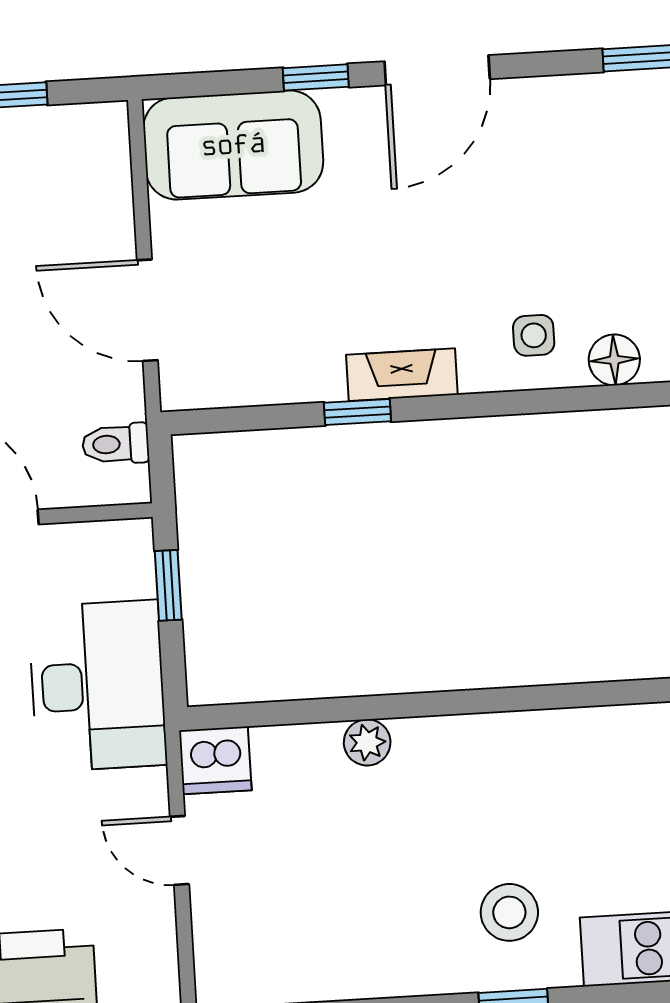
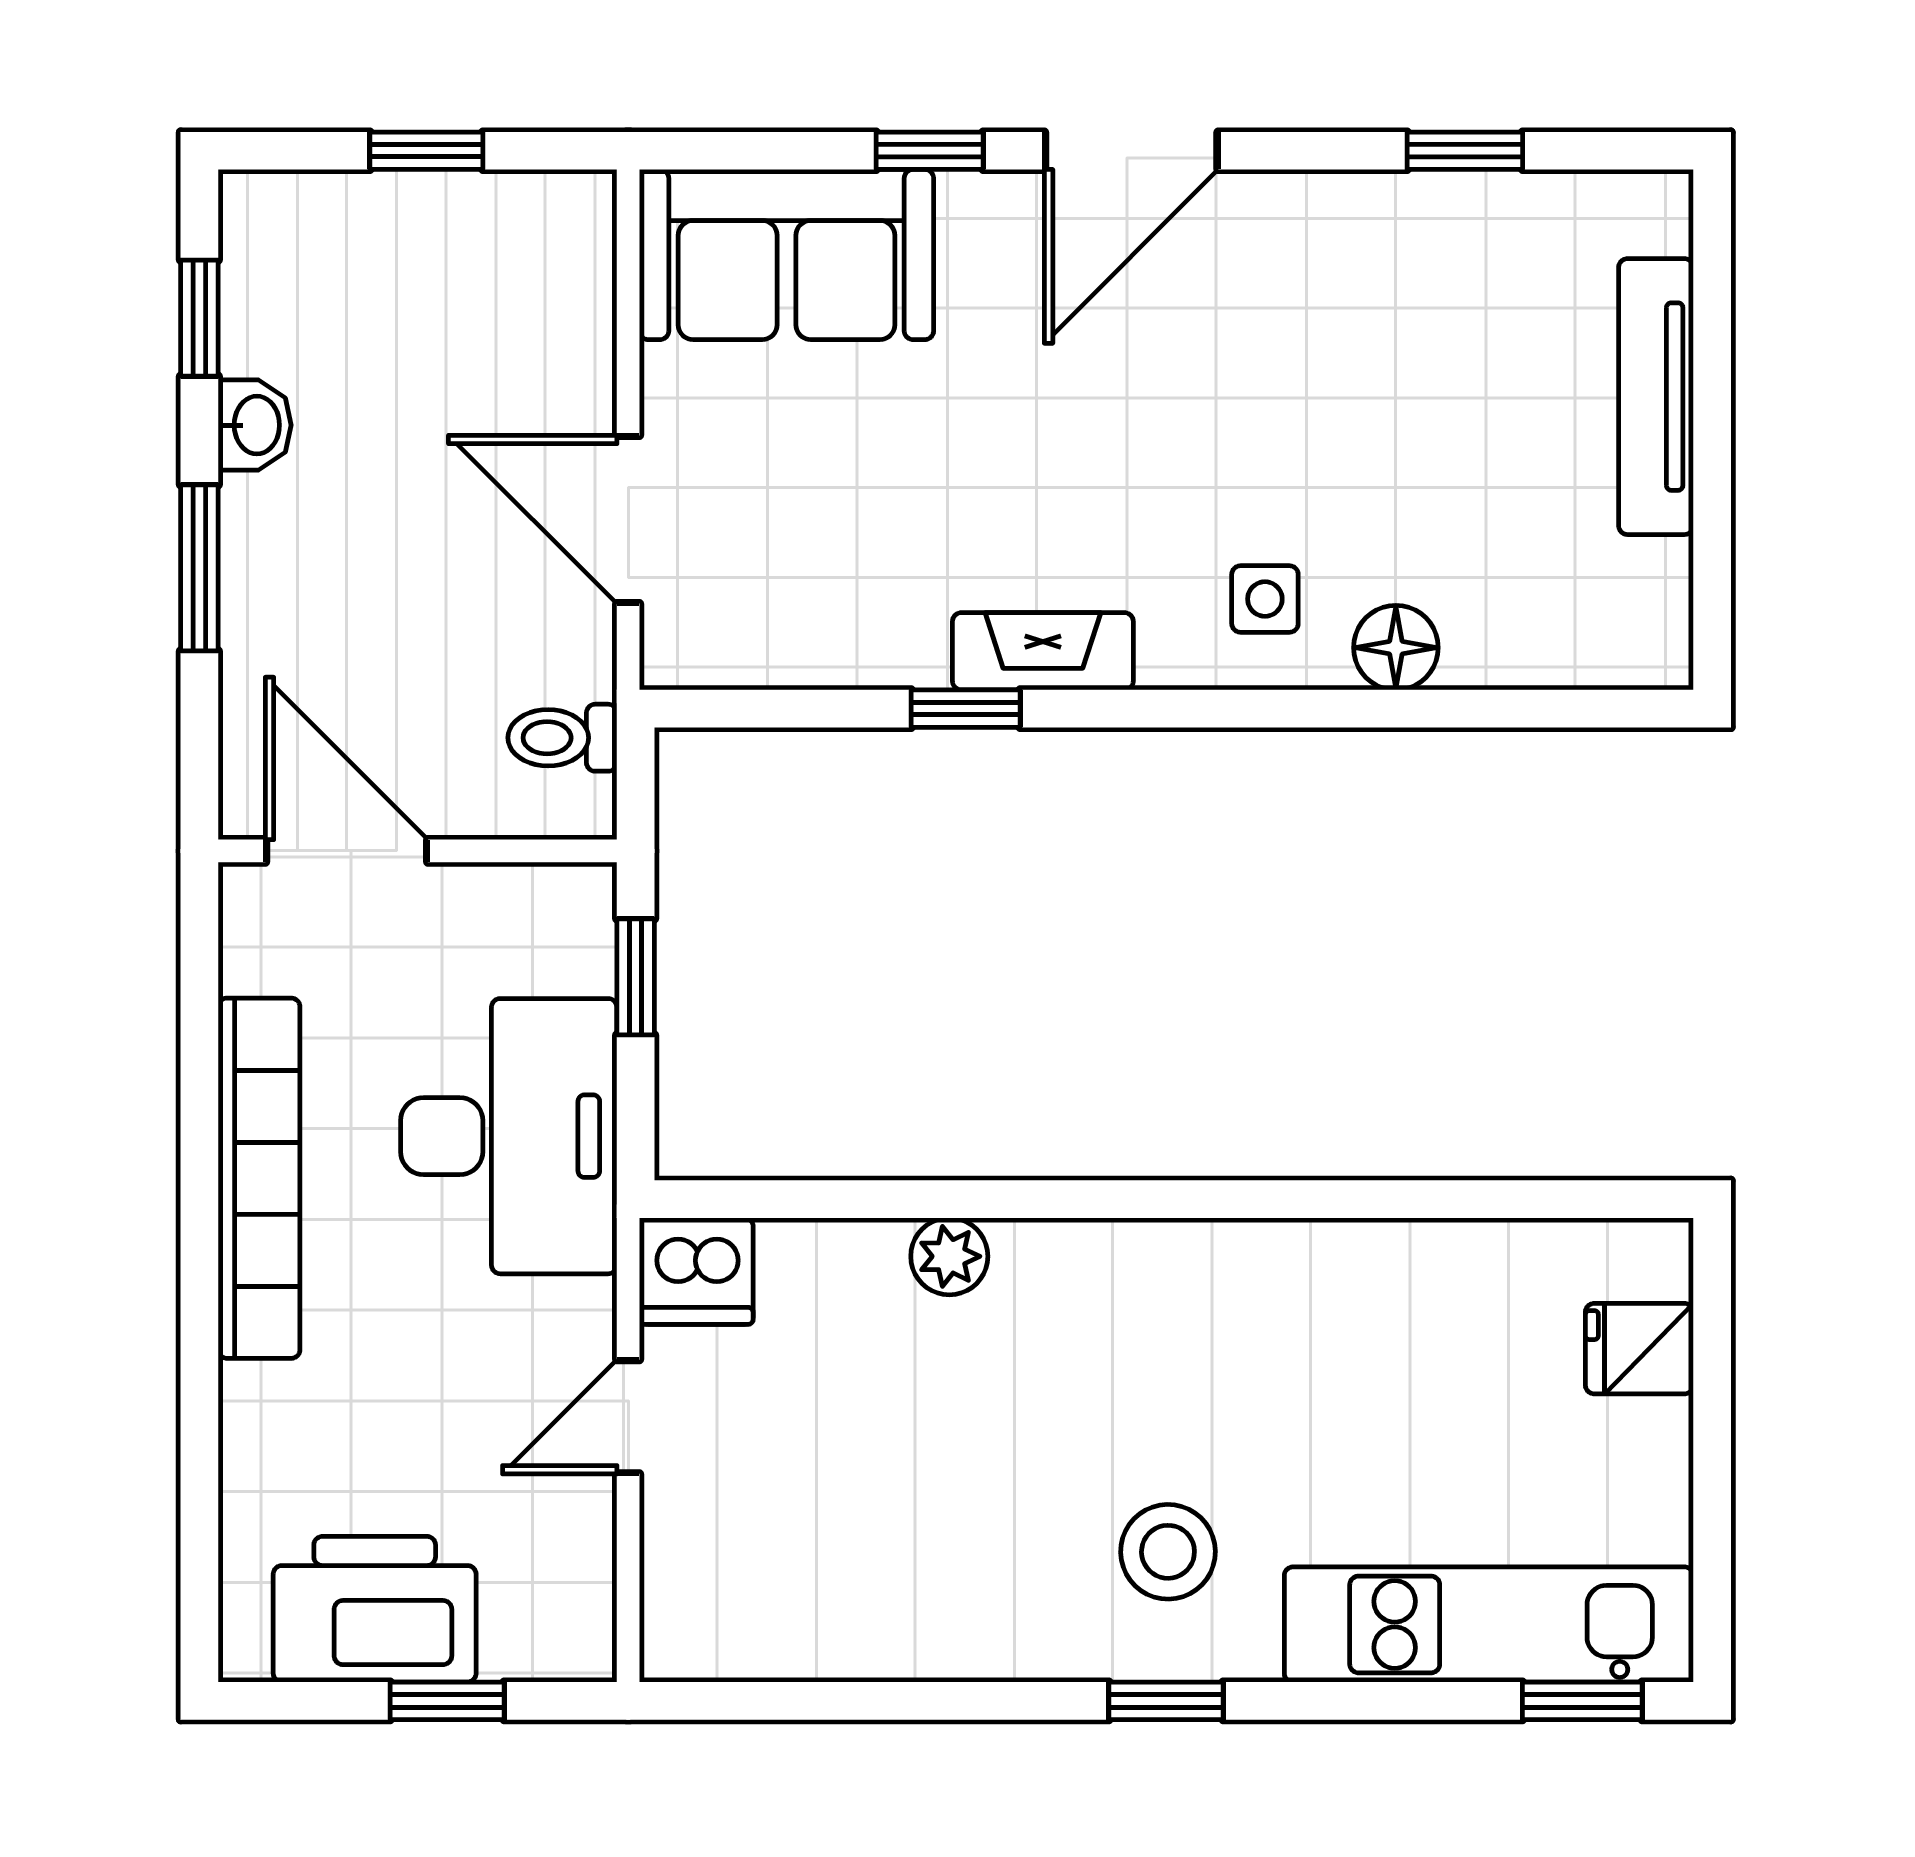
door: (180, 850) -> (628, 1417), hinge flipped

